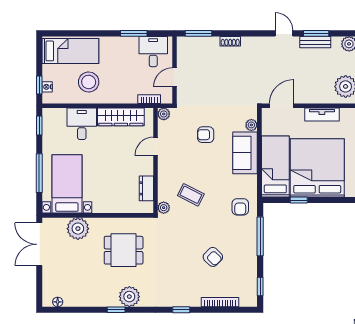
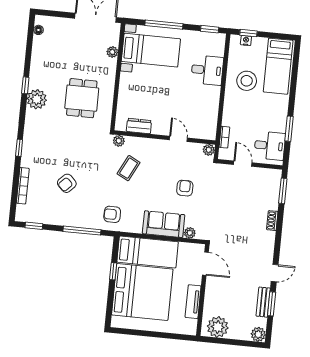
wardrobe: (121, 117) -> (210, 108), removed
plant: (78, 229) -> (112, 52), width x0.53, depth x0.53

